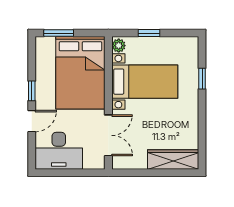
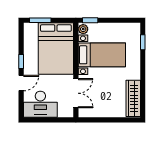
window: (149, 33) -> (90, 20), moved
window: (202, 79) -> (143, 42), moved
wardrobe: (173, 159) -> (133, 98), moved, turned -90

